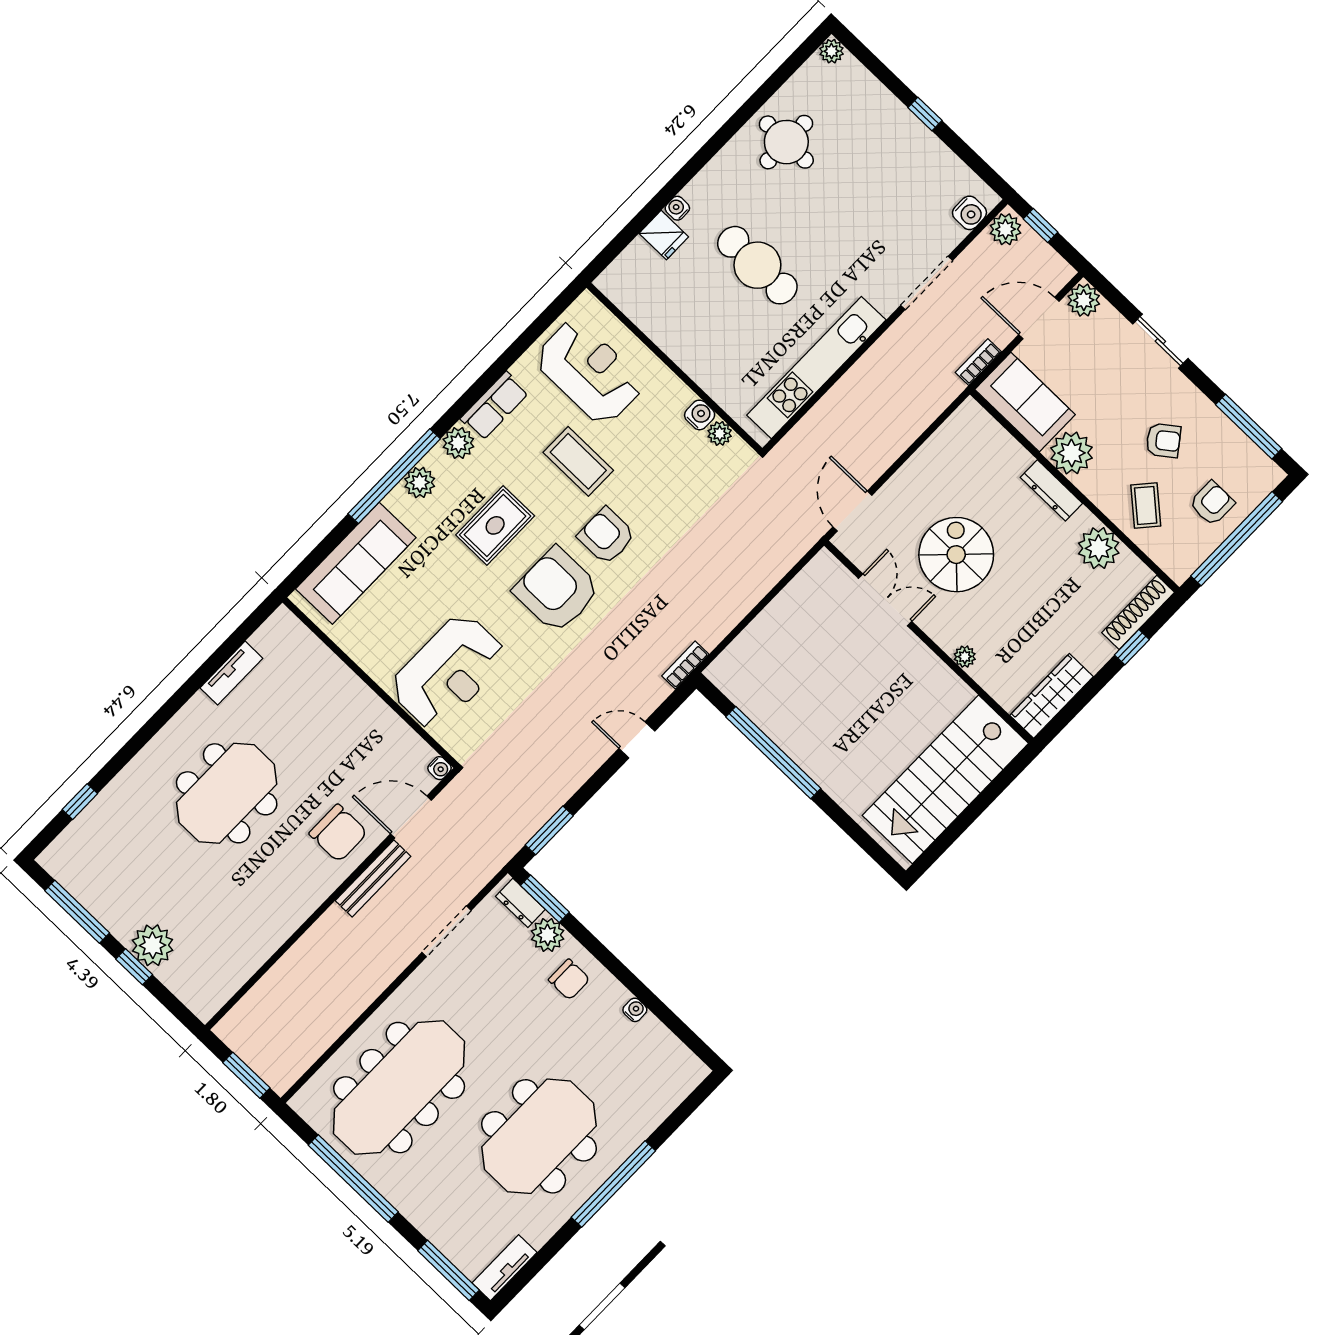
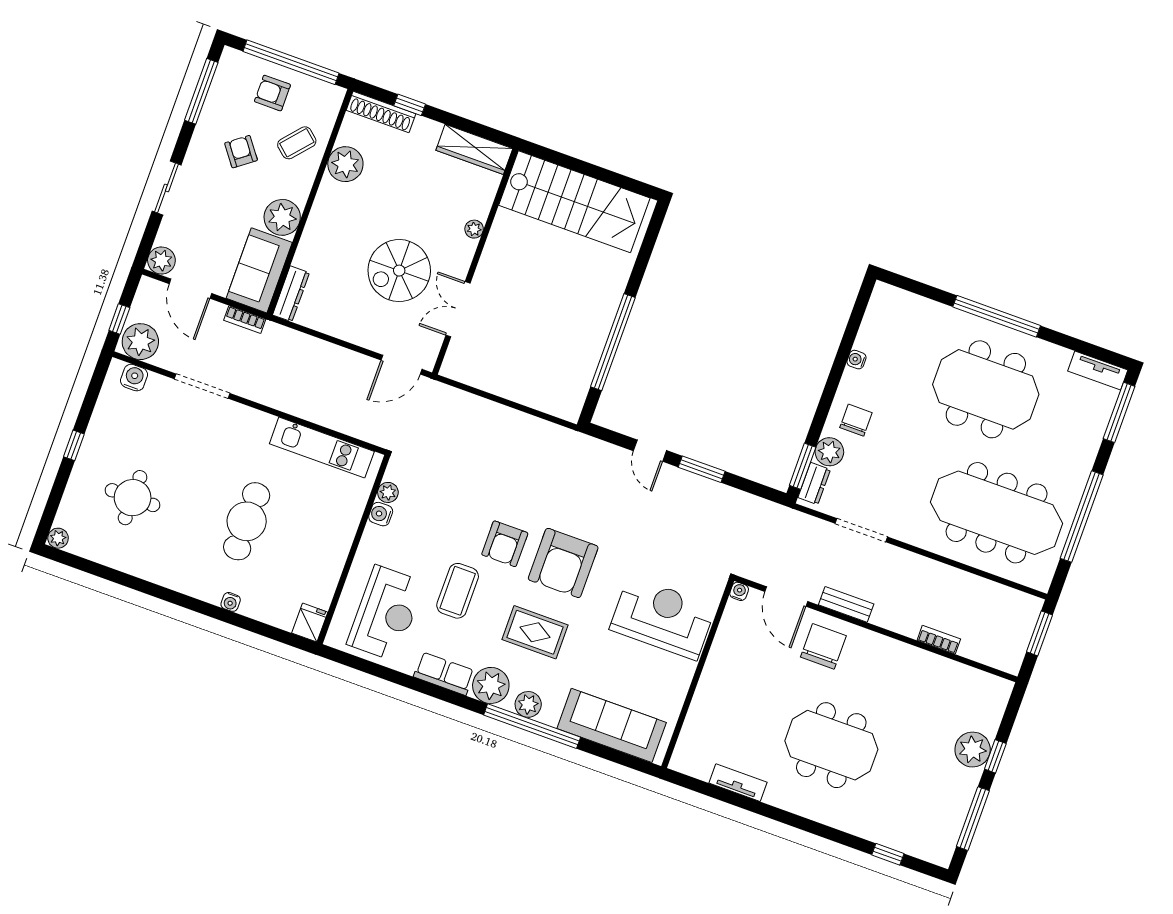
round table: (786, 142) -> (133, 498), moved
plant: (1005, 229) -> (140, 342), width x1.36, depth x1.36
fridge: (664, 235) -> (310, 623), moved
kitchen unit: (816, 368) -> (322, 448), width x0.73
reception desk: (589, 372) -> (386, 613), turned 180
plant: (458, 443) -> (491, 685), width x1.36, depth x1.36
dresser: (1051, 490) -> (291, 294), moved
bookcase: (685, 665) -> (939, 640), moved, turned 180
window: (549, 830) -> (702, 469), moved
bench: (373, 878) -> (846, 604), width x0.73

